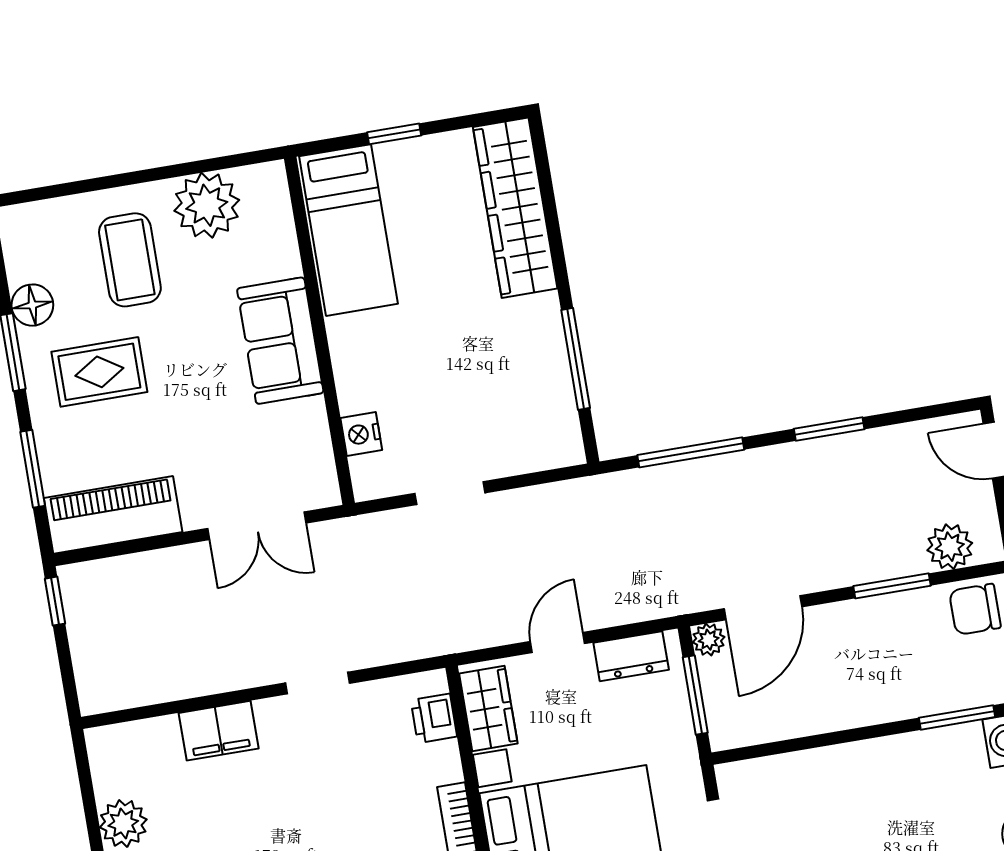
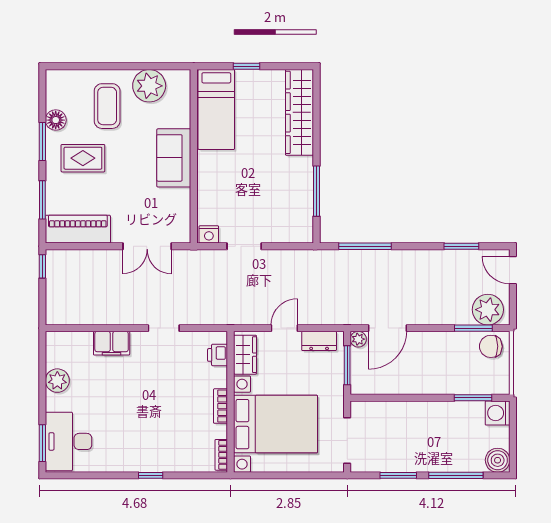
window: (829, 429) -> (461, 246), moved
nightstand: (361, 434) -> (209, 234), moved, turned -90
plant: (950, 547) -> (488, 310), width x1.36, depth x1.36
window: (892, 586) -> (473, 328), moved

